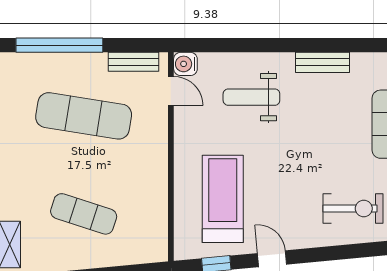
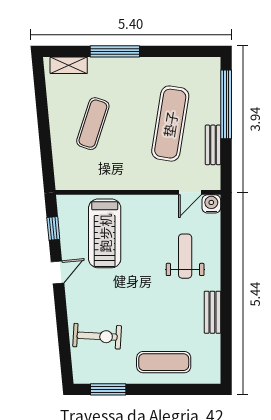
bench: (133, 62) -> (213, 145), moved
treadmill: (223, 199) -> (105, 233), turned 90
exercise bike: (353, 209) -> (97, 336), turned -87

